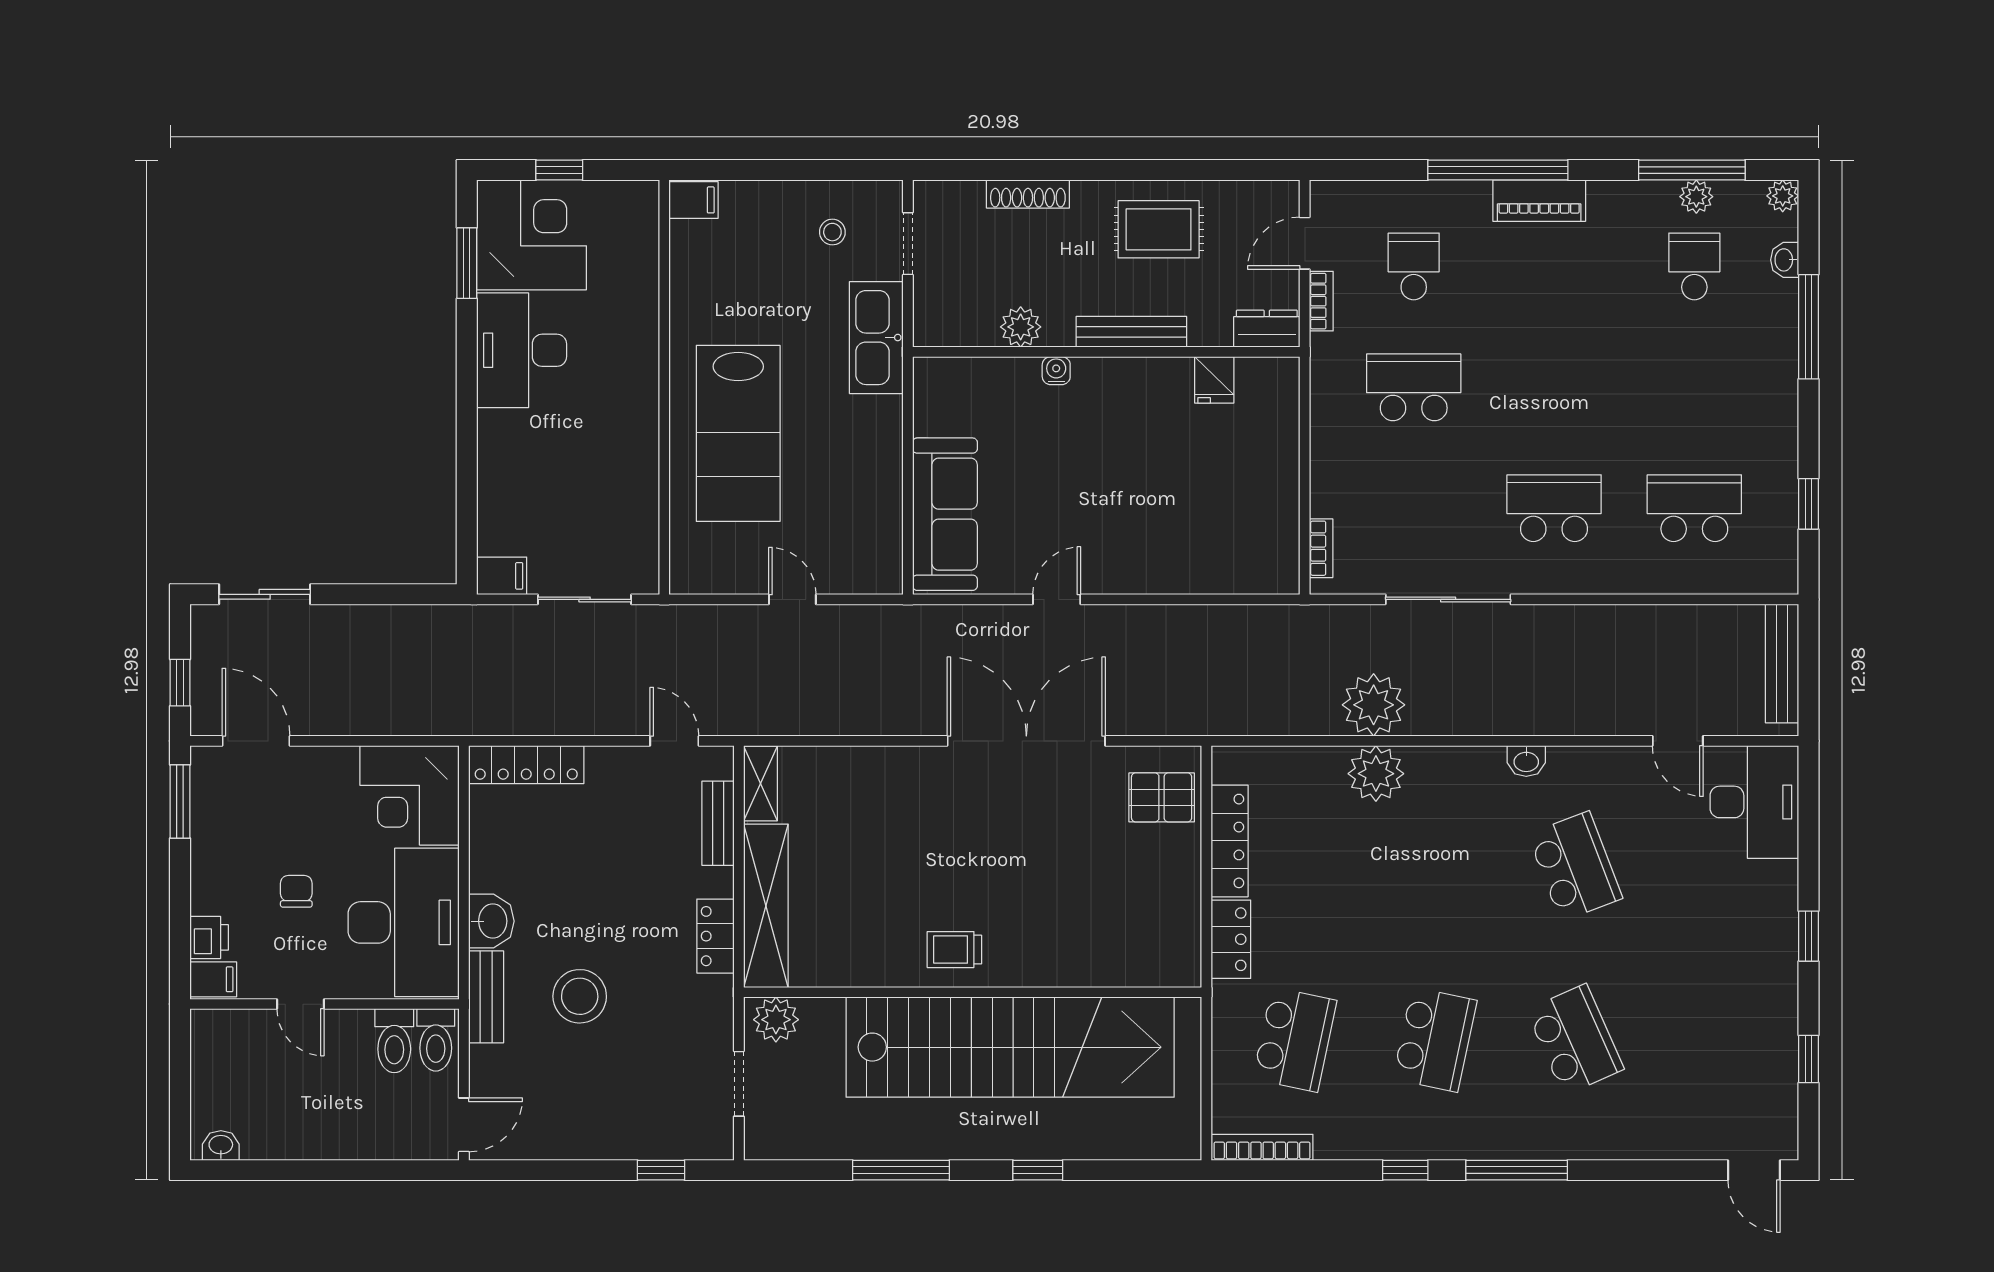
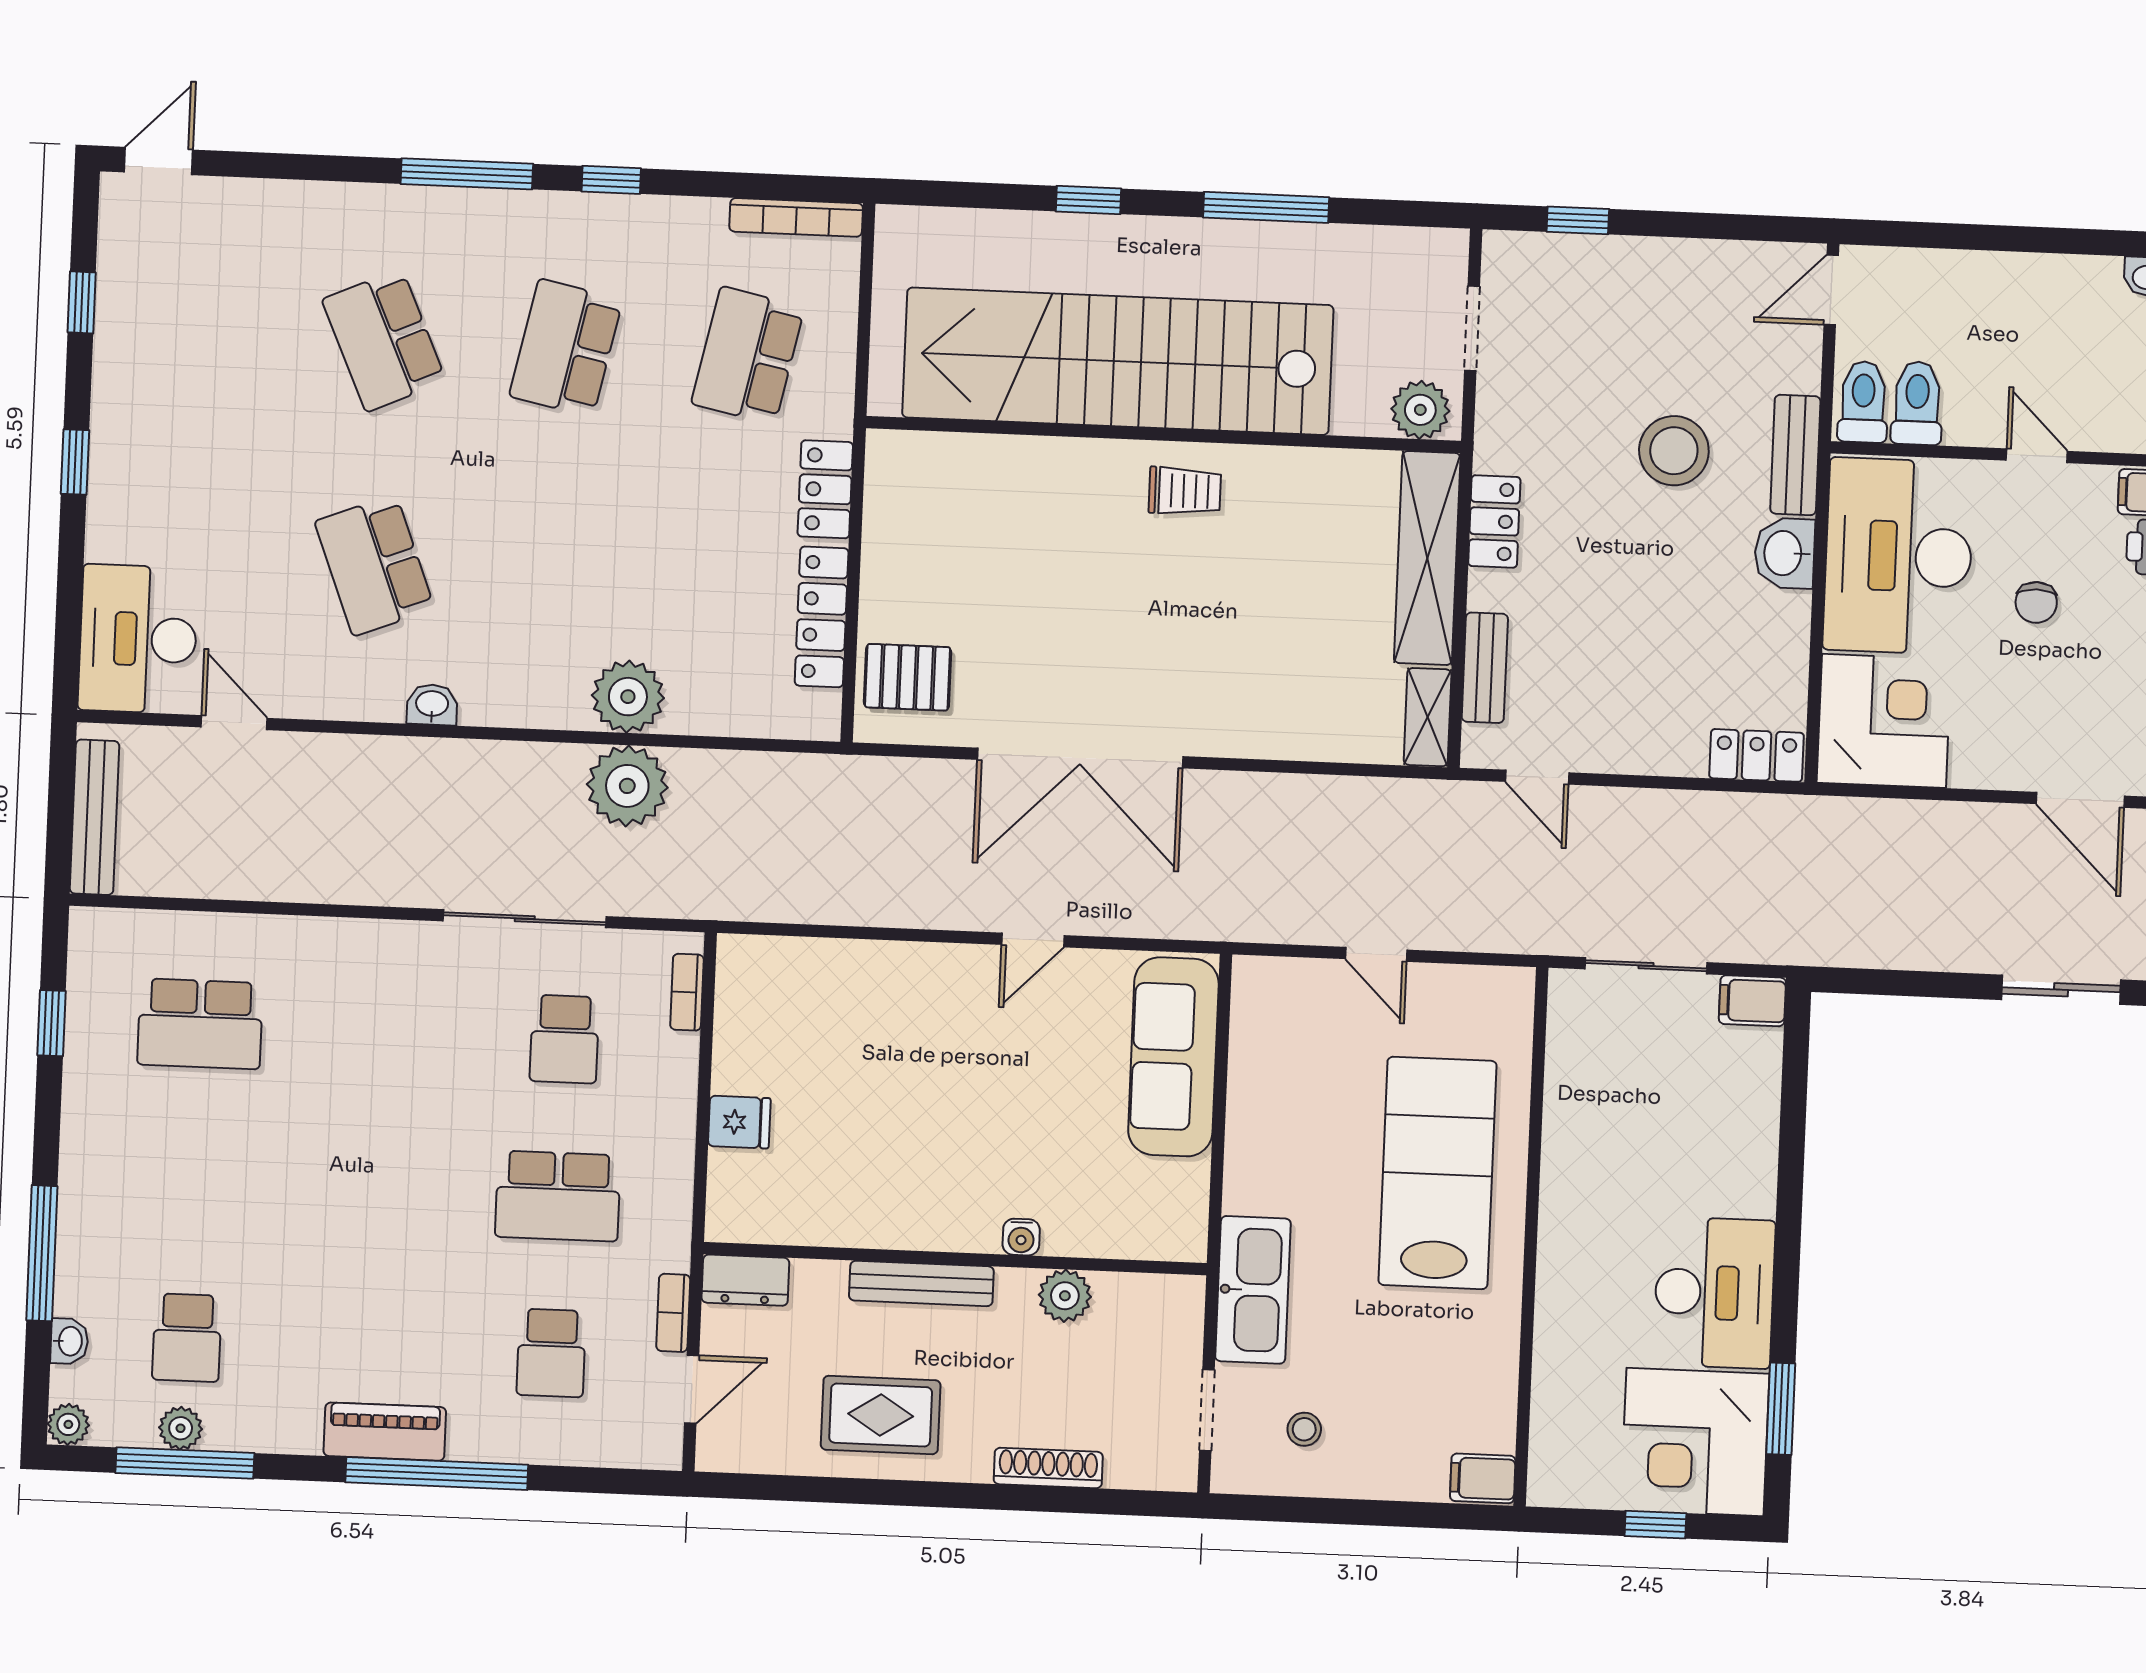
fridge: (1214, 380) -> (739, 1122), moved, turned 90
school desk: (1554, 508) -> (564, 1039), moved, width x0.54
locker: (526, 765) -> (1756, 755), width x0.66
door: (1754, 1170) -> (158, 161), hinge flipped

